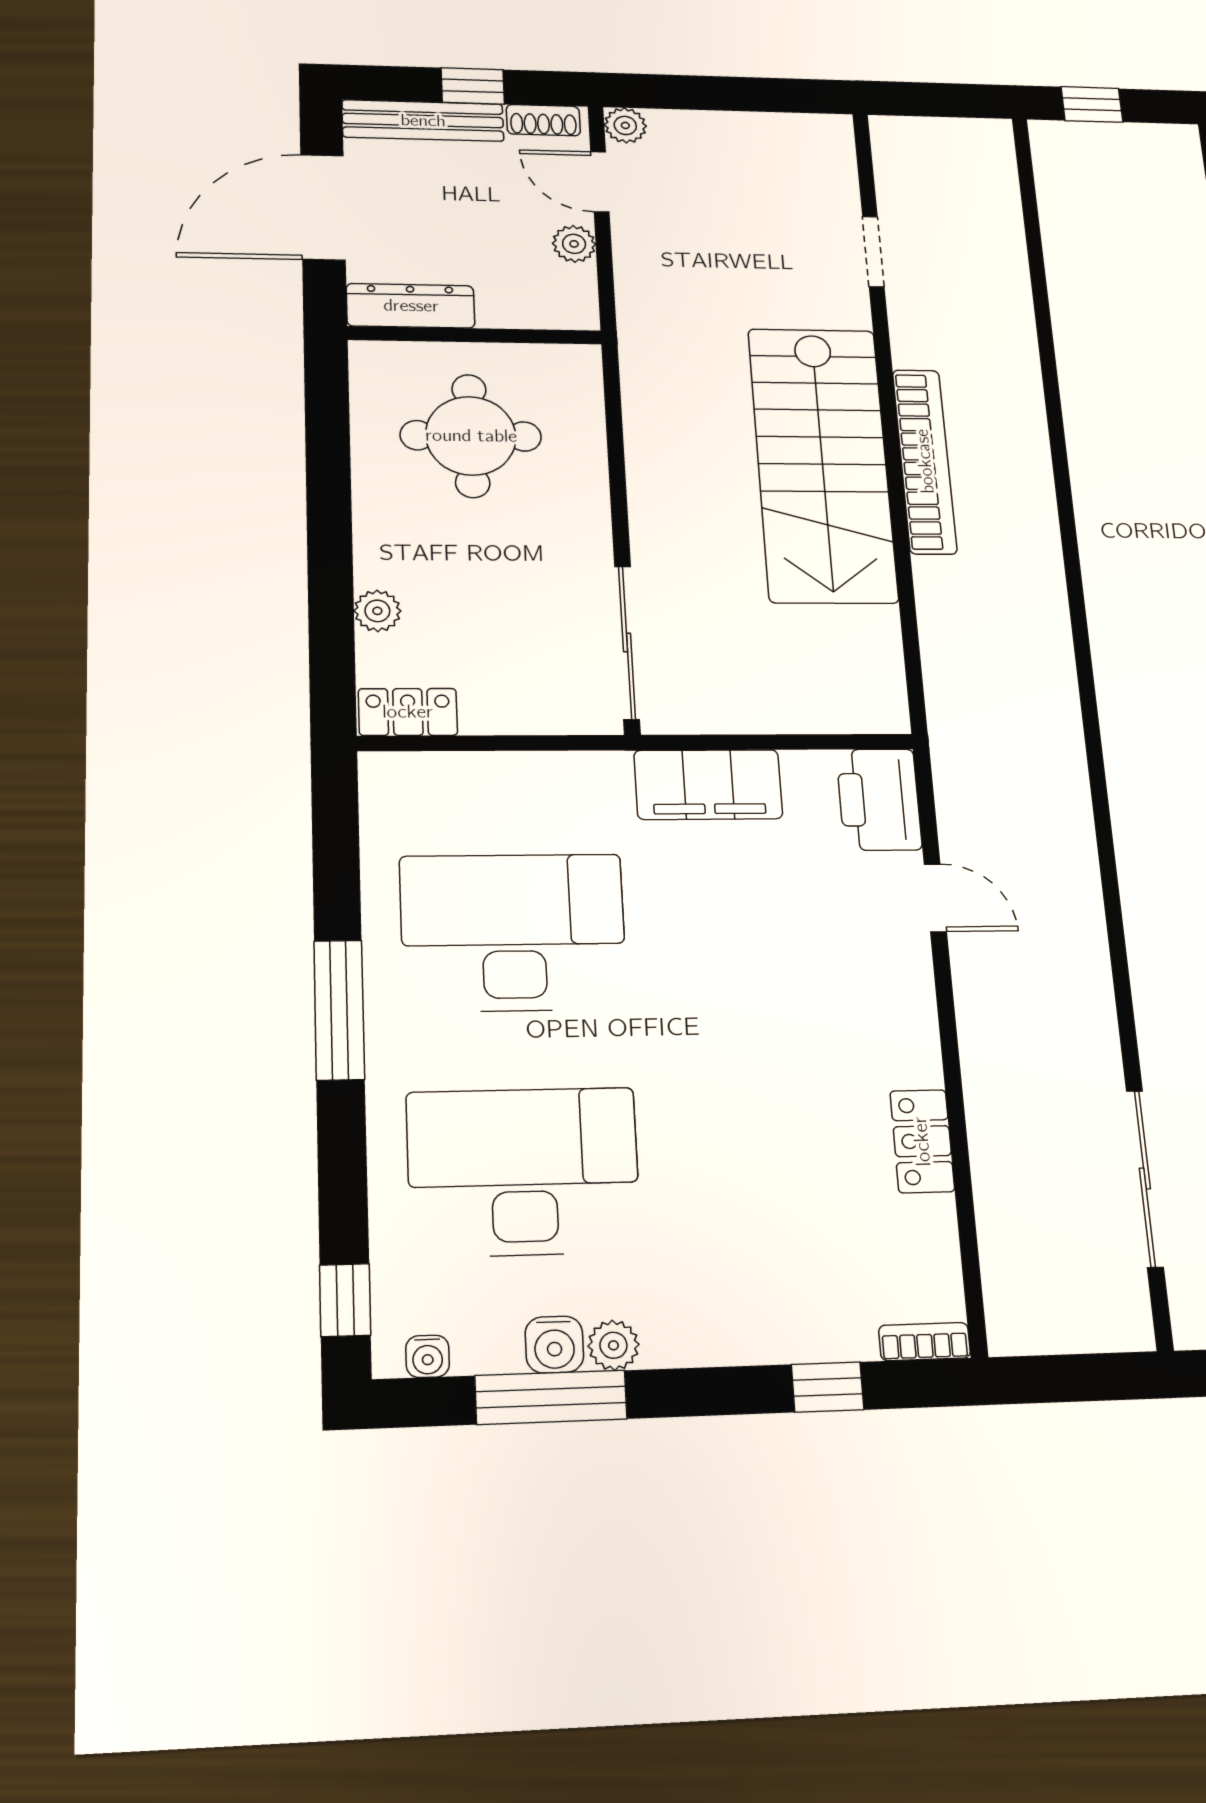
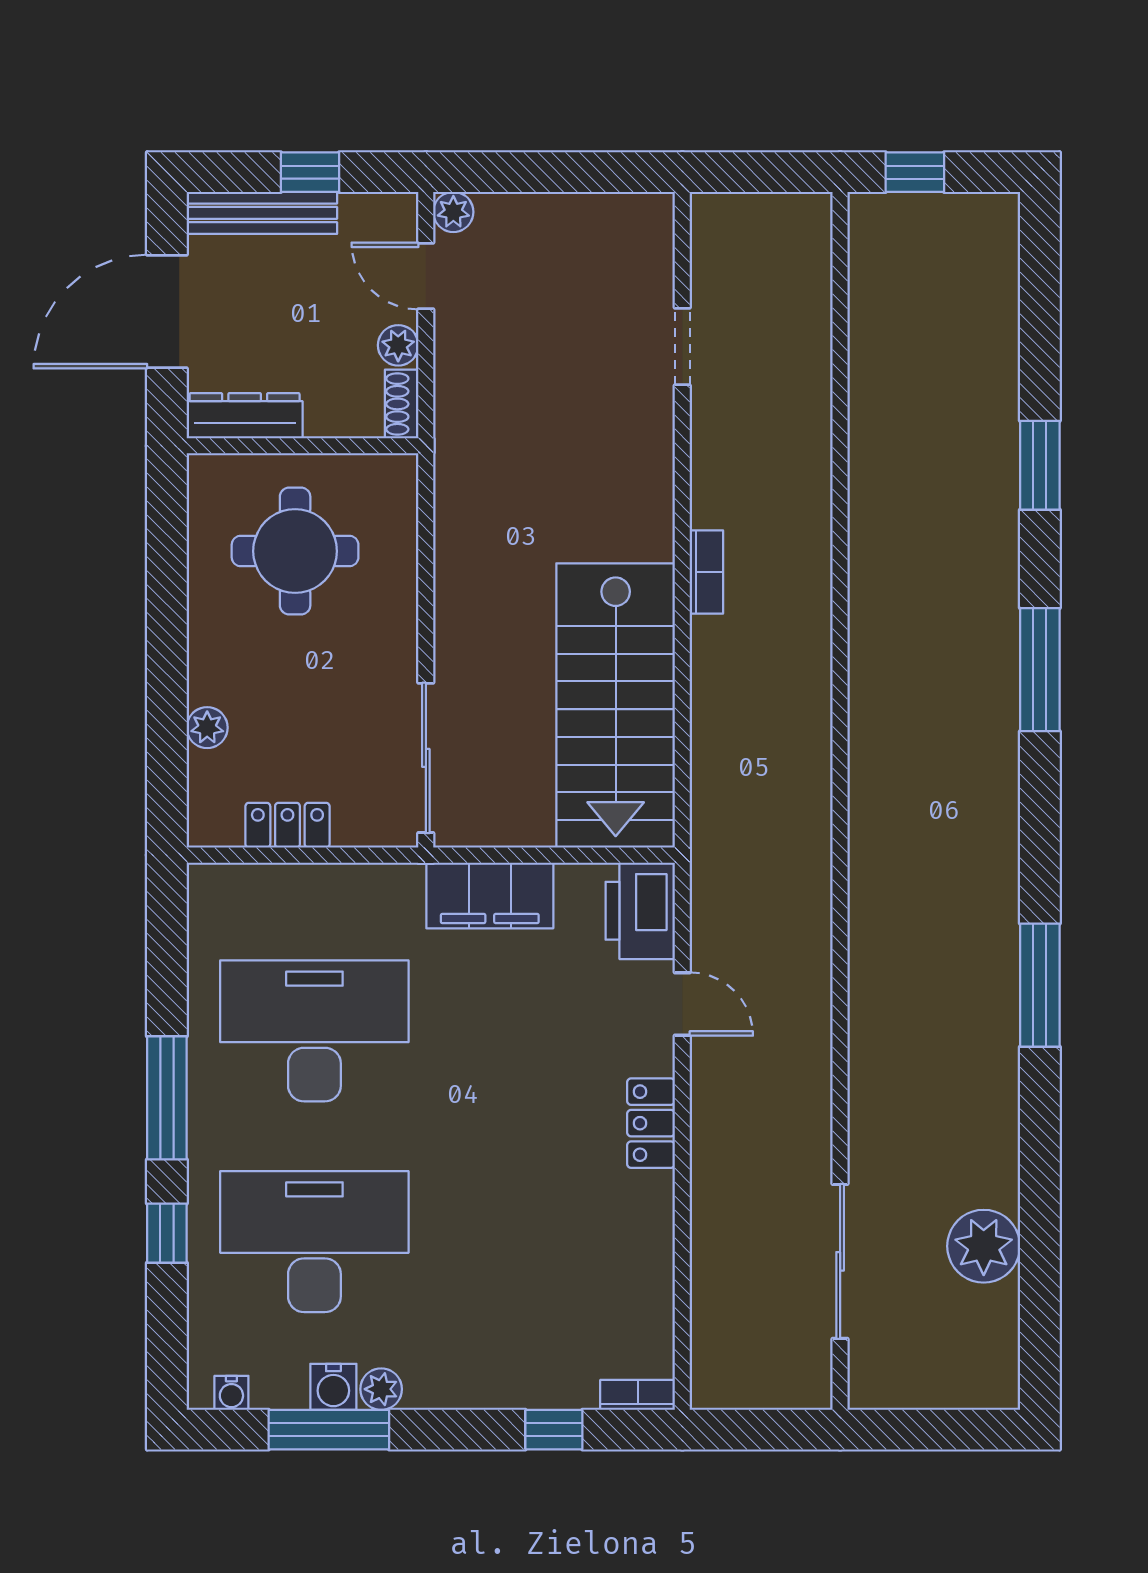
shoe rack: (543, 120) -> (402, 404), moved, turned 90
bookcase: (925, 461) -> (706, 572), width x0.43, depth x0.76
stairs: (822, 464) -> (616, 705), moved
locker: (408, 712) -> (287, 825), moved
locker: (922, 1141) -> (651, 1123), moved
window: (345, 1300) -> (167, 1233), moved

